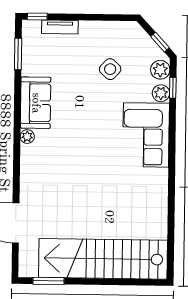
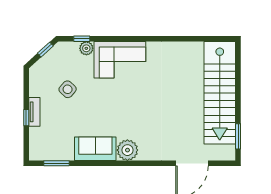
window: (37, 17) -> (26, 118), moved
tv unit: (60, 27) -> (34, 112), moved
plant: (160, 70) -> (67, 49), removed
plant: (27, 137) -> (127, 150), width x1.87, depth x1.87

